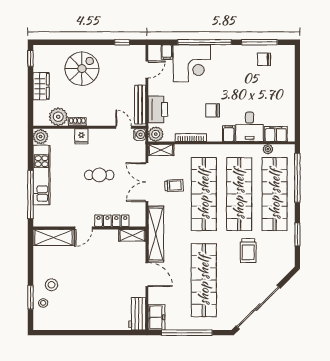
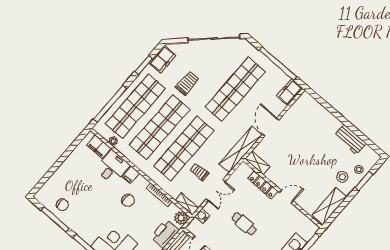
water cooler: (140, 134) -> (202, 216), moved
double door: (147, 182) -> (216, 190), width x0.73
shelving: (53, 237) -> (329, 206), moved, turned 90
freezer: (286, 253) -> (162, 59), added
workbench: (137, 314) -> (350, 140), moved, turned 90

